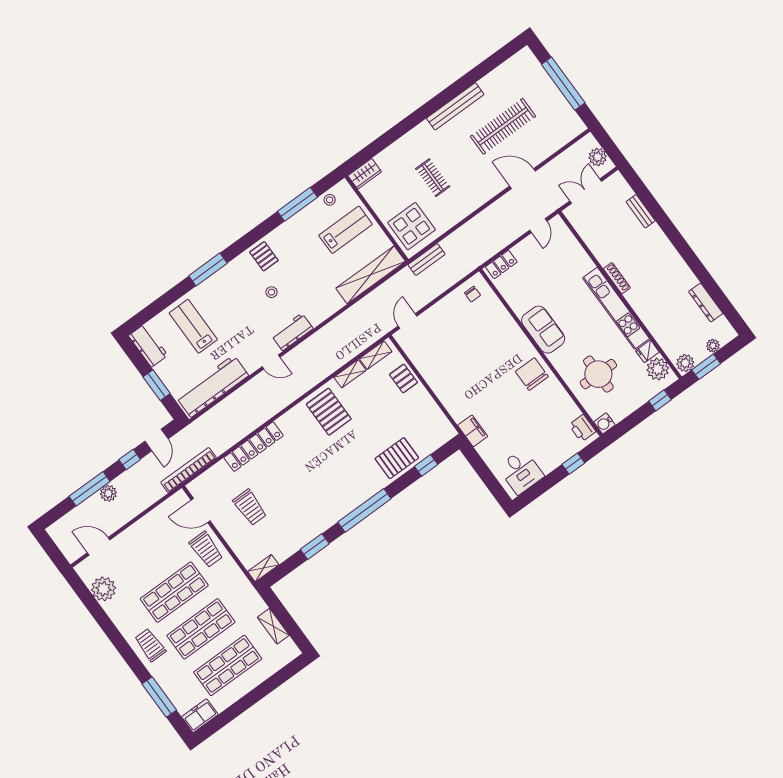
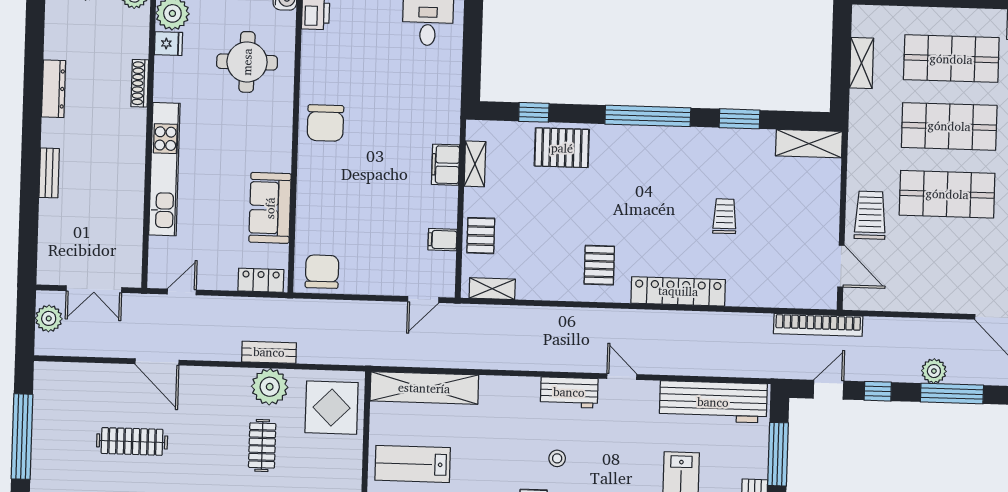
clothes rail: (503, 126) -> (132, 441), width x0.73, depth x0.76
bench: (641, 211) -> (49, 173), moved
plant: (453, 212) -> (270, 387), added
bench: (426, 260) -> (269, 352), moved
shoe rack: (617, 278) -> (140, 83), moved
chair: (473, 294) -> (322, 272), width x1.87, depth x1.87
dresser: (706, 302) -> (54, 89), moved
kitchen unit: (616, 308) -> (164, 169), moved
sofa: (543, 330) -> (270, 208), moved
filing cabinet: (422, 361) -> (442, 240), added
shelving: (350, 374) -> (475, 164), moved, turned 90
window: (157, 385) -> (778, 454), width x1.44
pallet: (329, 412) -> (599, 265), width x0.67, depth x0.71
filing cabinet: (473, 431) -> (446, 165), moved
locker: (254, 447) -> (678, 291), moved
trolley: (250, 507) -> (725, 216), moved, width x0.73, depth x0.72
shelving: (263, 568) -> (809, 144), width x1.50, depth x1.33

